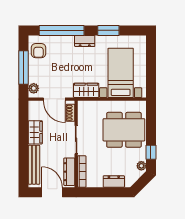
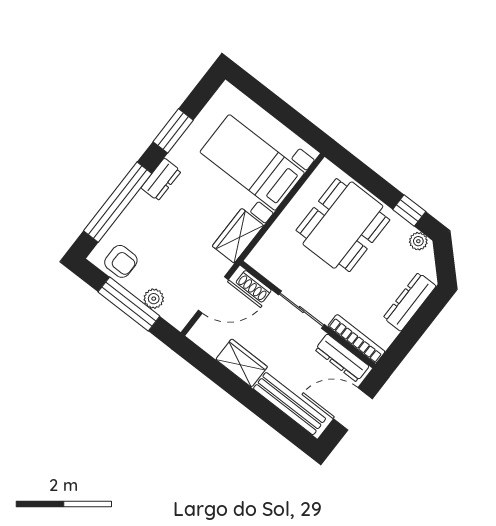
plant: (34, 88) -> (154, 299), moved
dresser: (114, 182) -> (410, 302), width x1.44

